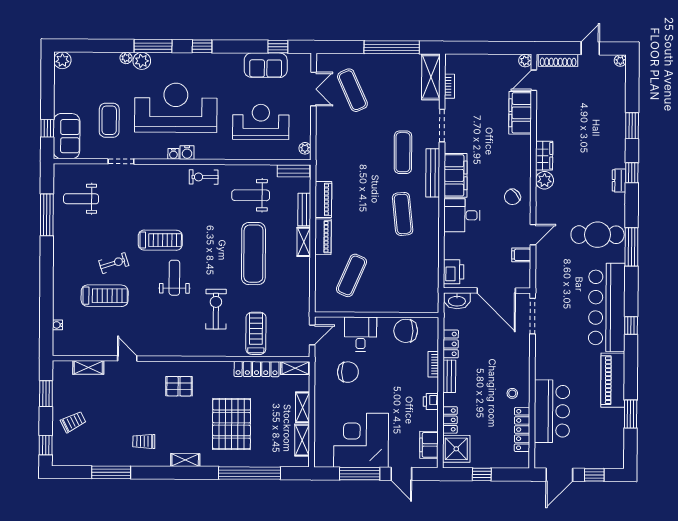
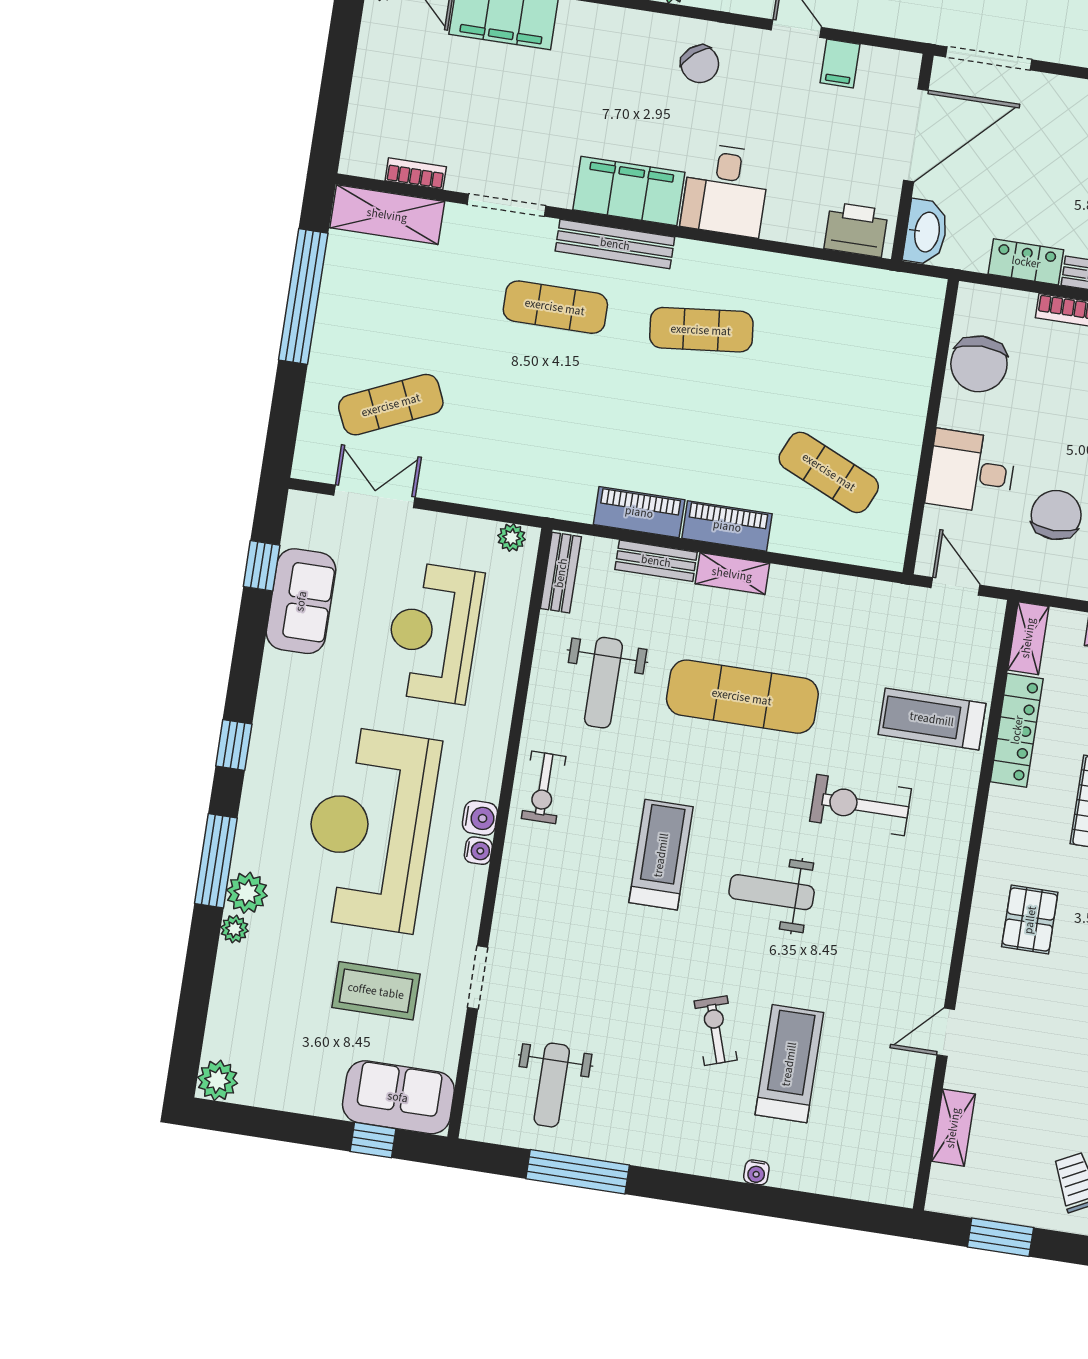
treadmill: (160, 240) -> (661, 855), moved
water cooler: (57, 325) -> (756, 1172), moved

